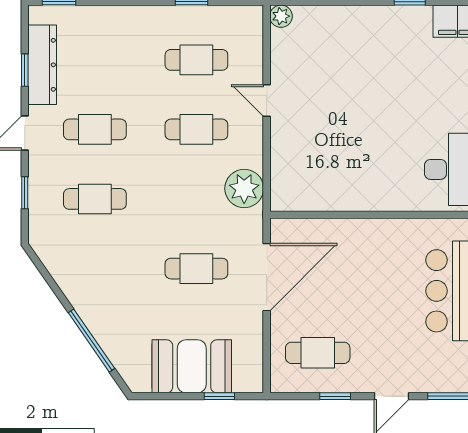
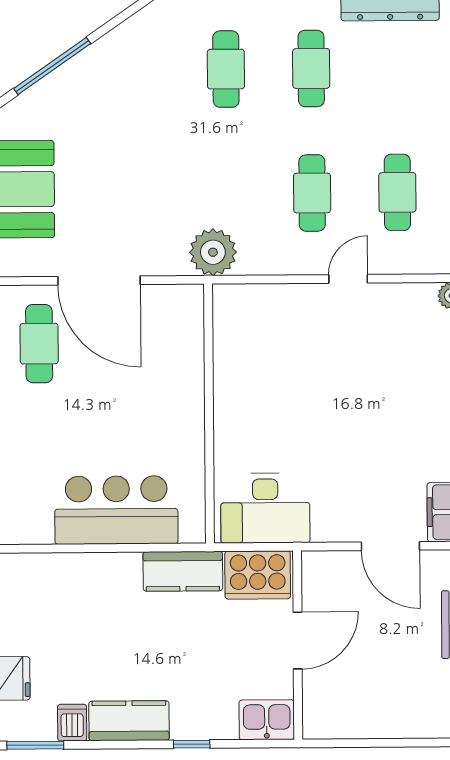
plant: (244, 188) -> (213, 252), moved
cafe table: (196, 269) -> (141, 194), removed
door: (267, 277) -> (99, 281), moved

